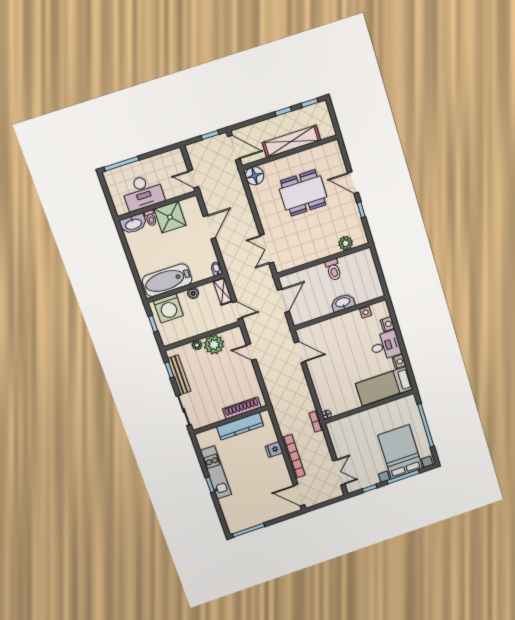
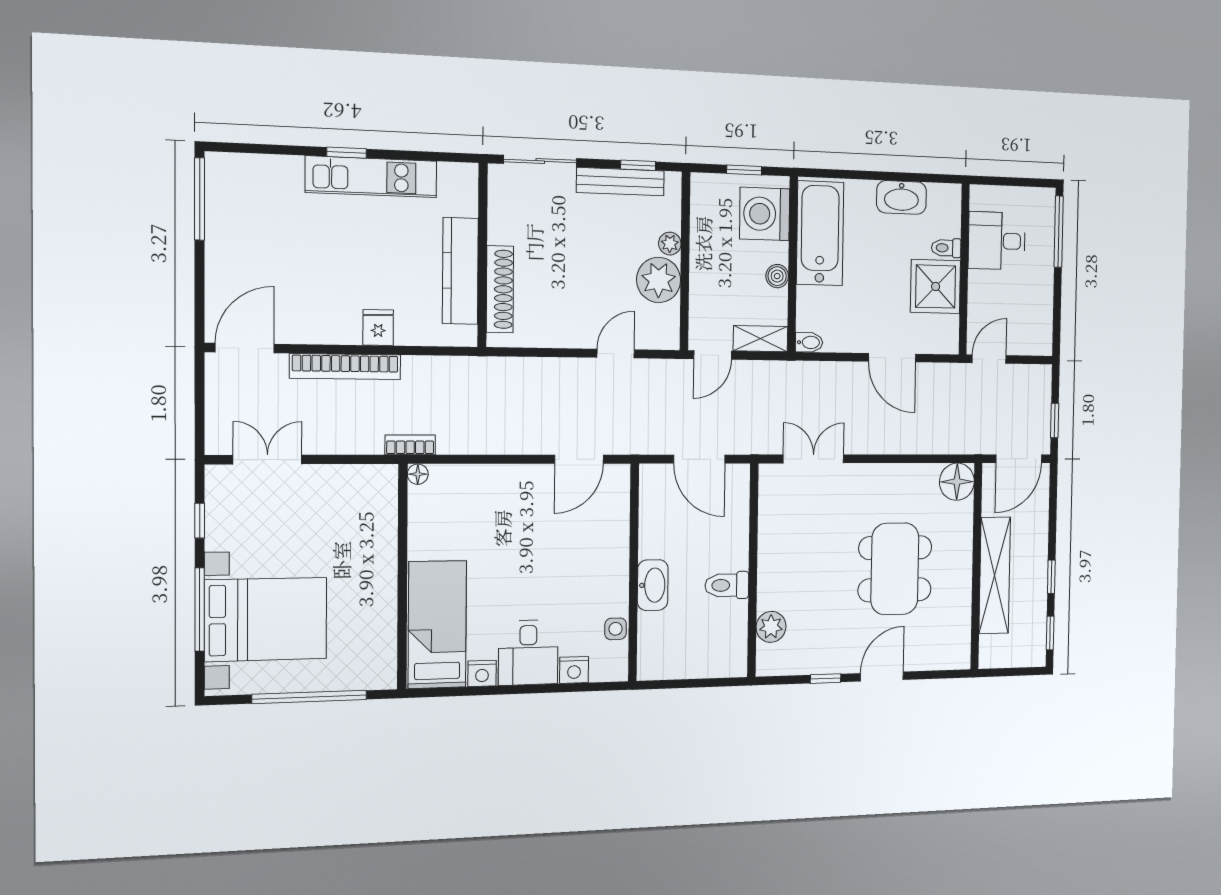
desk: (143, 192) -> (997, 241), width x0.73
washbasin: (133, 224) -> (901, 197), moved, turned -90
double door: (339, 472) -> (268, 460), swing flipped

